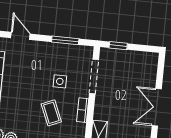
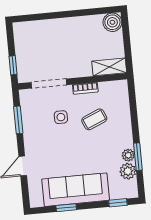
double door: (157, 107) -> (68, 14), removed

